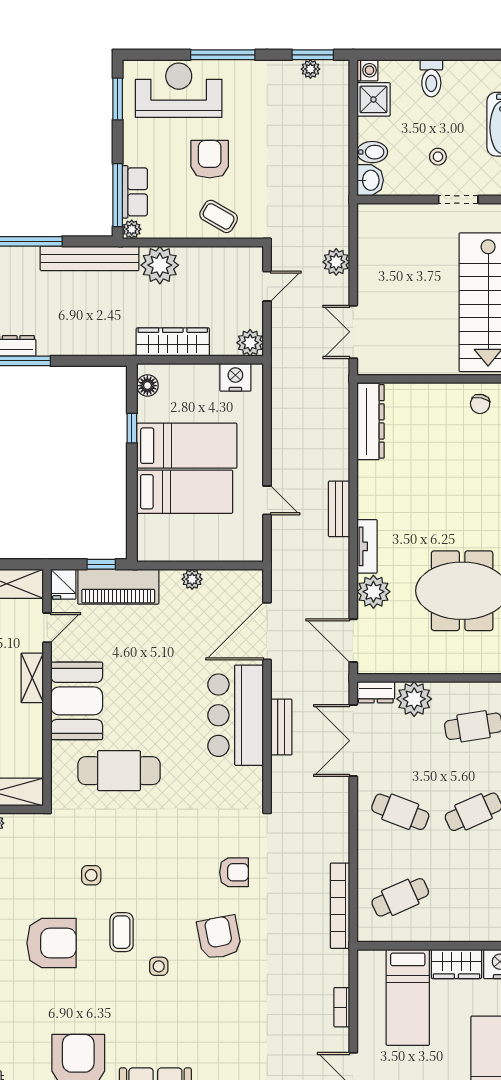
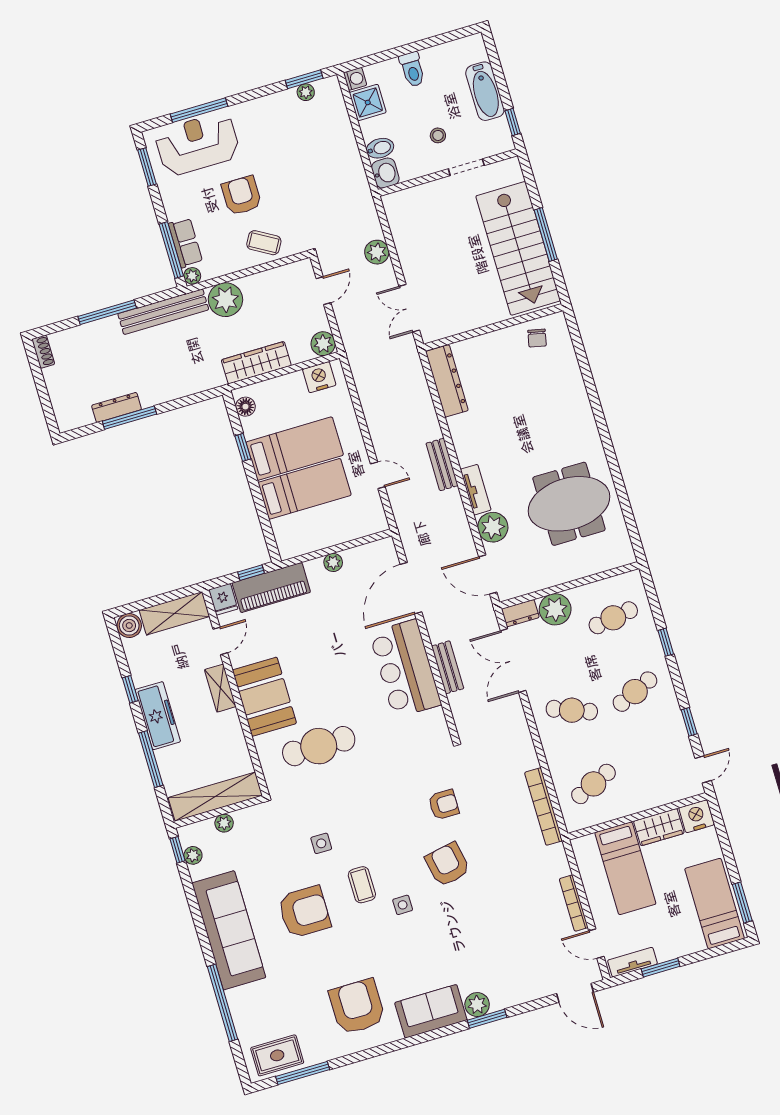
window: (223, 55) -> (199, 110), moved
bookcase: (342, 1007) -> (574, 903), width x1.56

